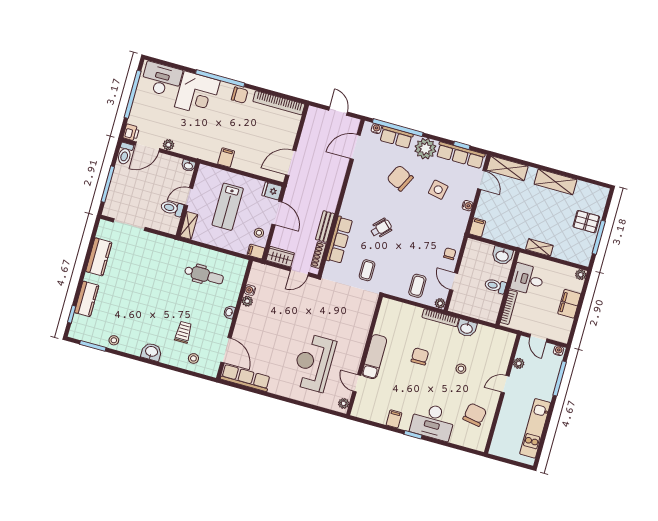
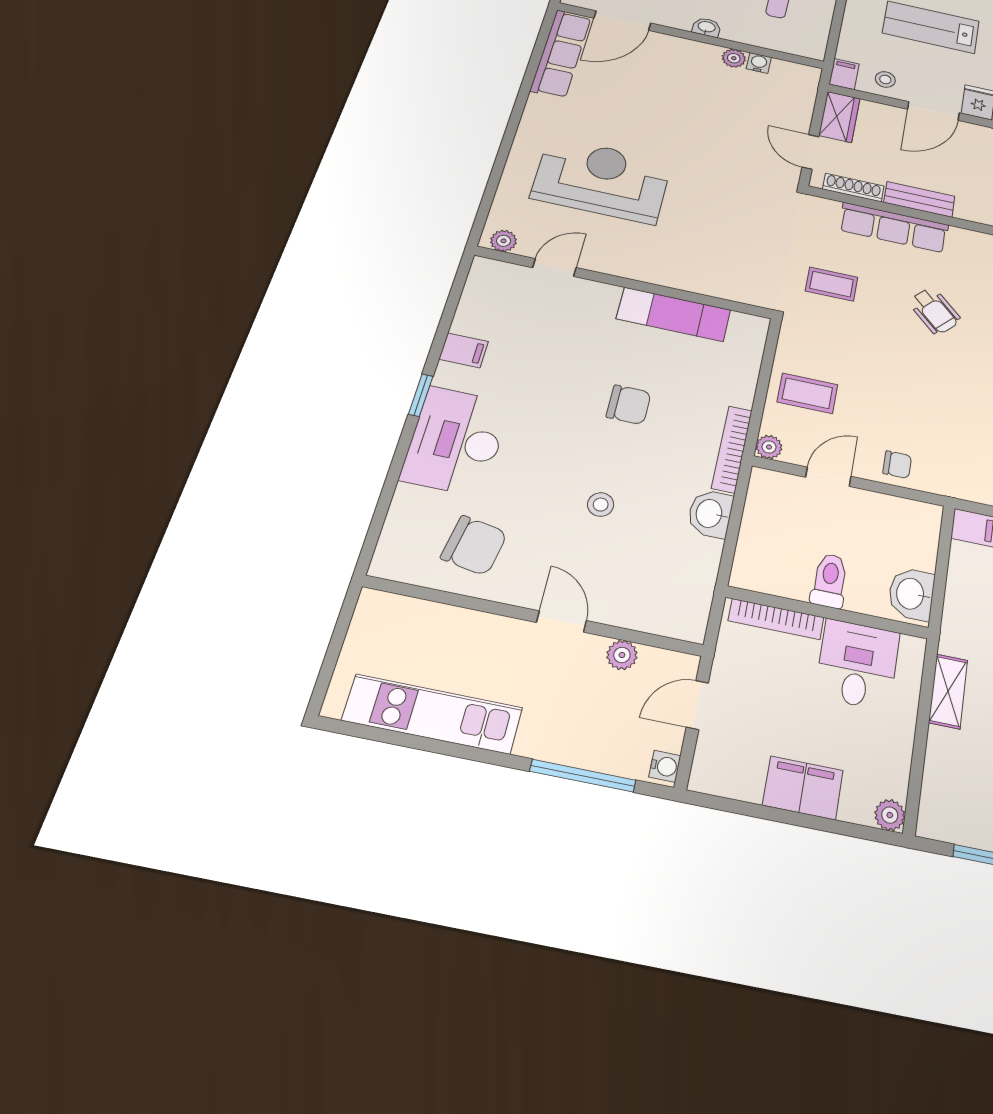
exam couch: (374, 357) -> (674, 314), moved

